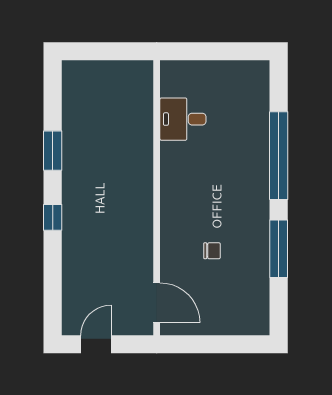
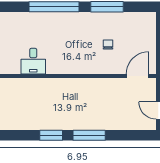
window: (53, 217) -> (89, 135), width x2.17

